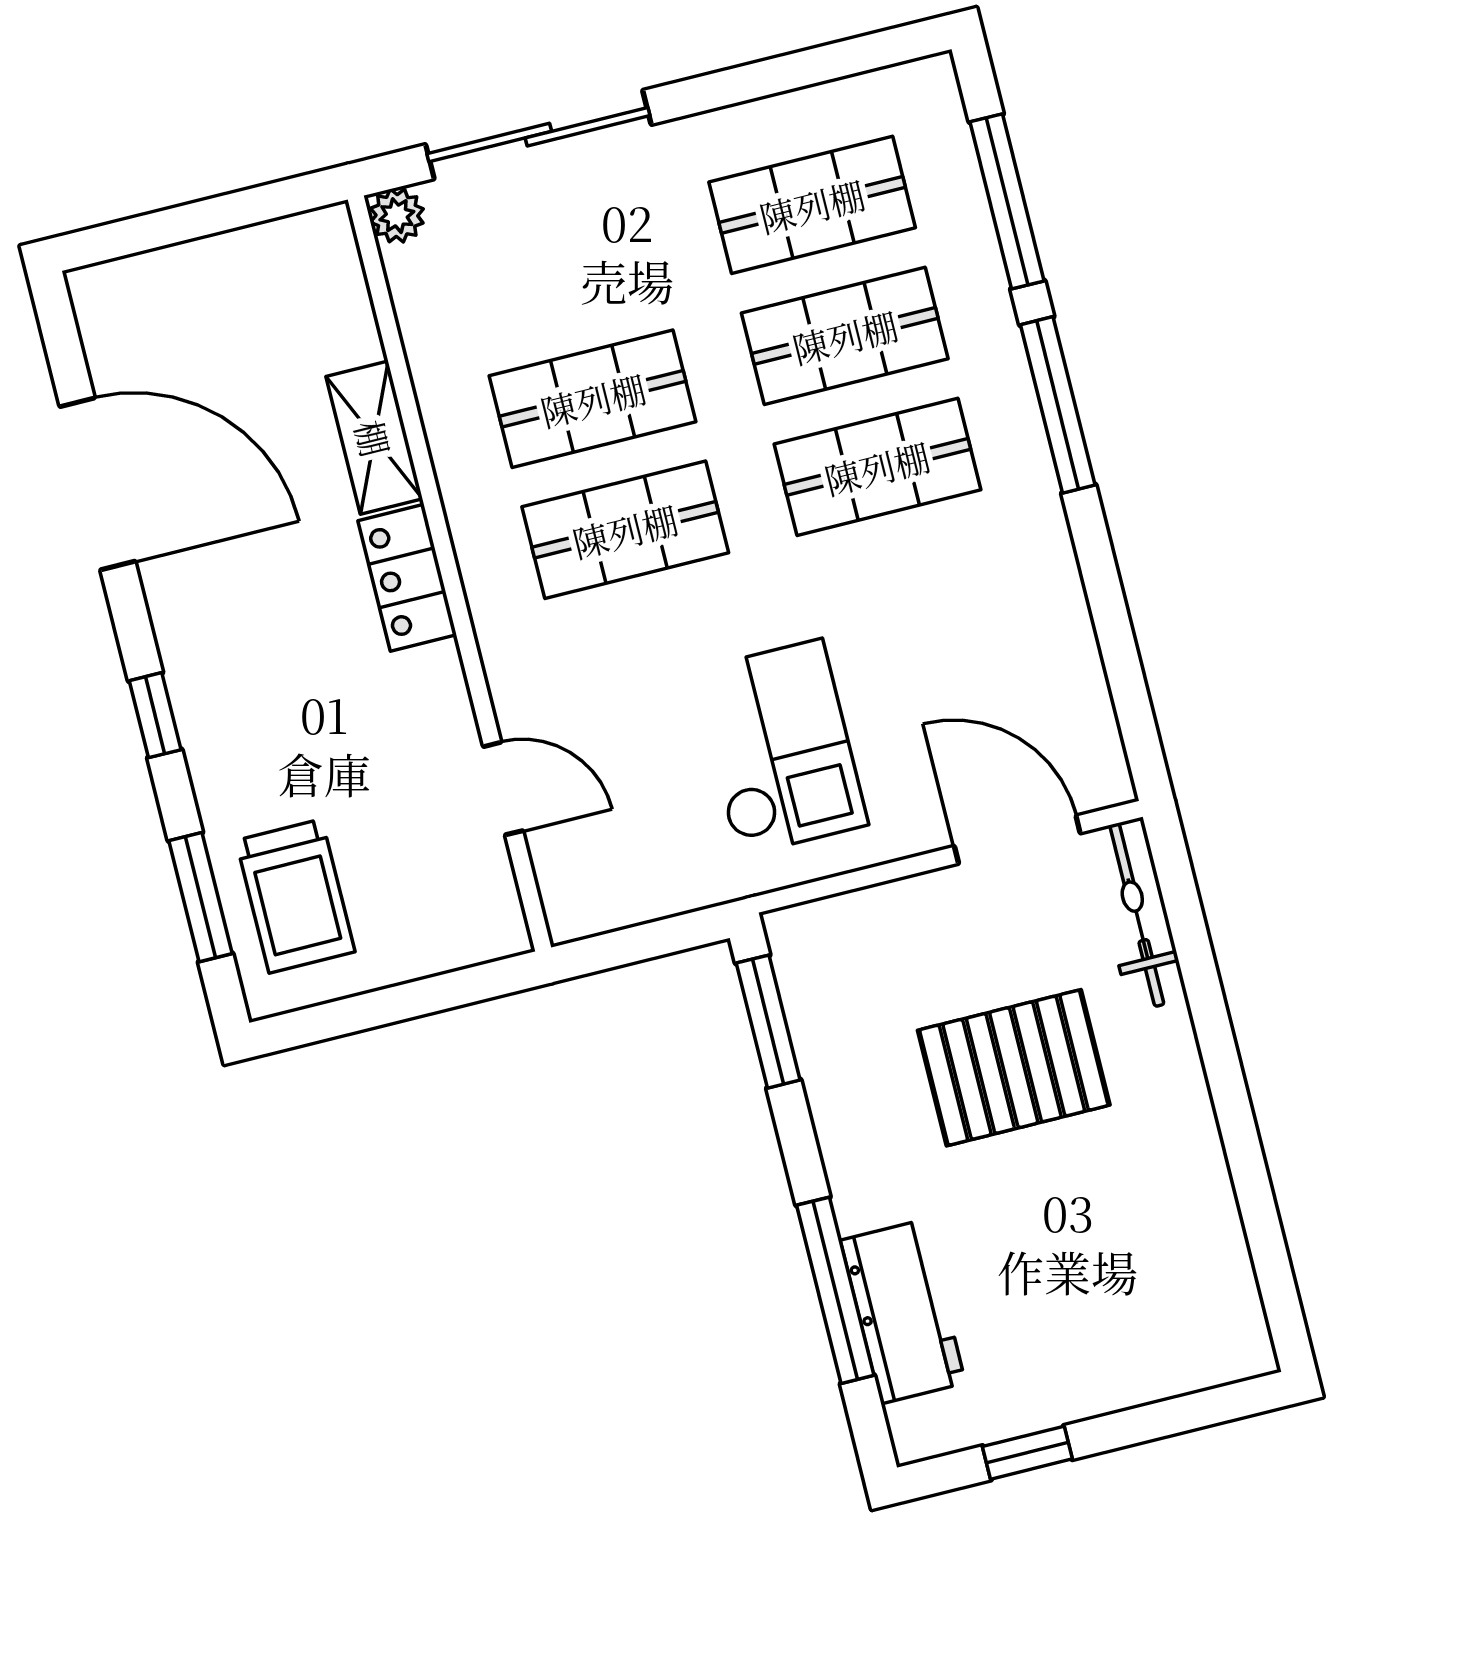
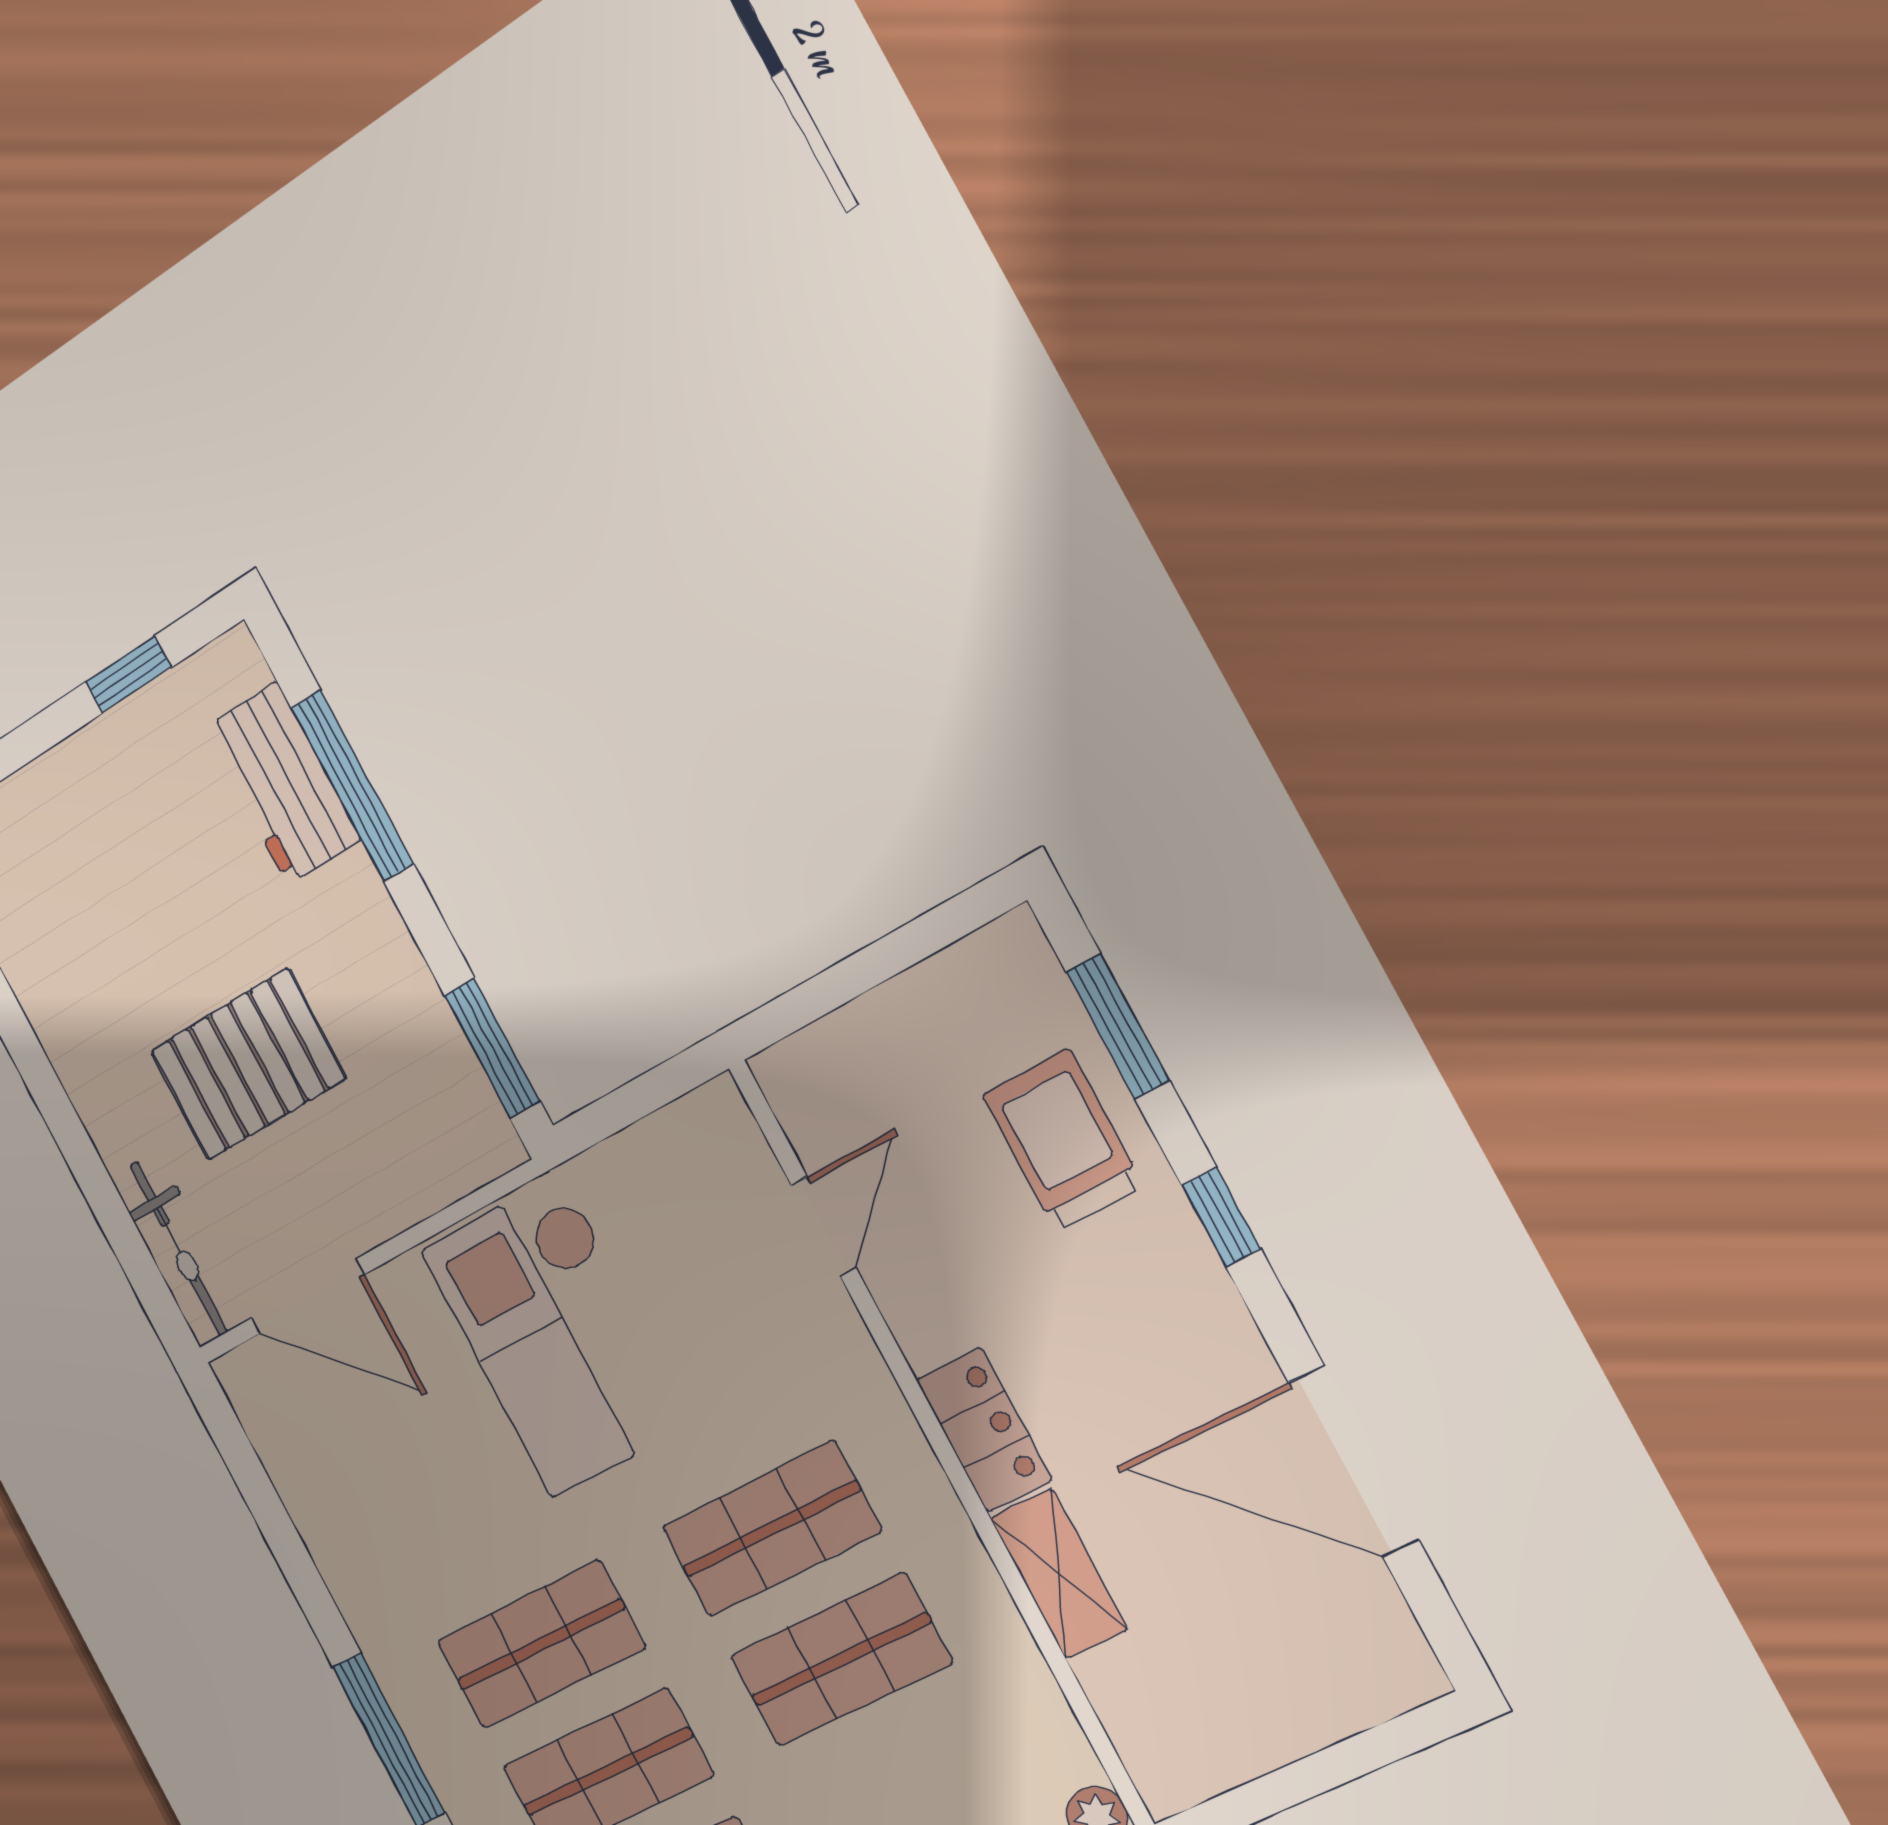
checkout: (780, 748) -> (557, 1336), width x1.36, depth x1.21
door: (503, 789) -> (824, 1226), swing flipped
trolley: (295, 896) -> (1062, 1140), moved

